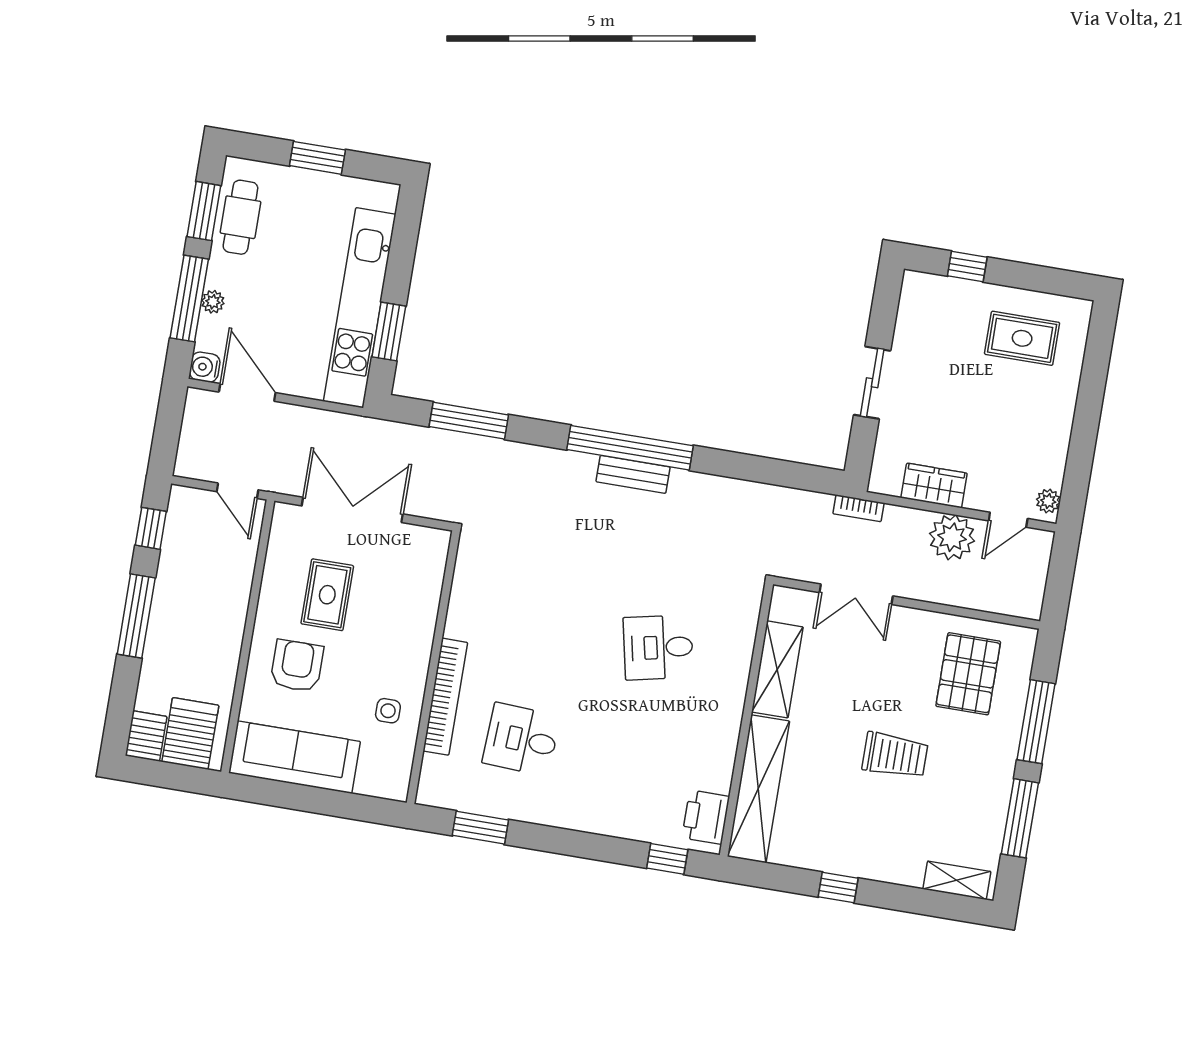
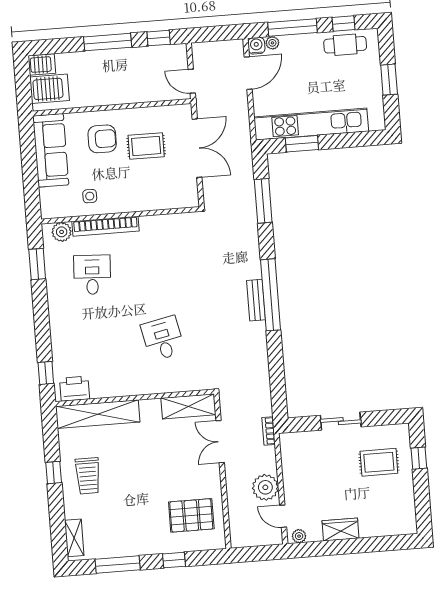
window: (204, 211) -> (343, 23), width x0.67
plant: (213, 302) -> (272, 43), moved
rug: (1022, 338) -> (379, 462), moved, turned 90
wardrobe: (934, 486) -> (340, 530), moved, turned -90
door: (237, 491) -> (192, 81), hinge flipped
shelving: (777, 669) -> (188, 406), moved
window: (1036, 722) -> (174, 560), width x0.46
trolley: (895, 755) -> (88, 476), moved
plant: (436, 773) -> (62, 232), added

